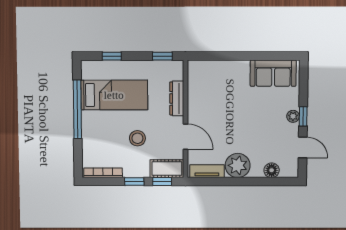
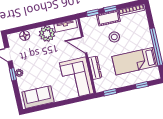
corner sofa: (208, 89) -> (77, 78), added
cot: (167, 169) -> (108, 18), moved

